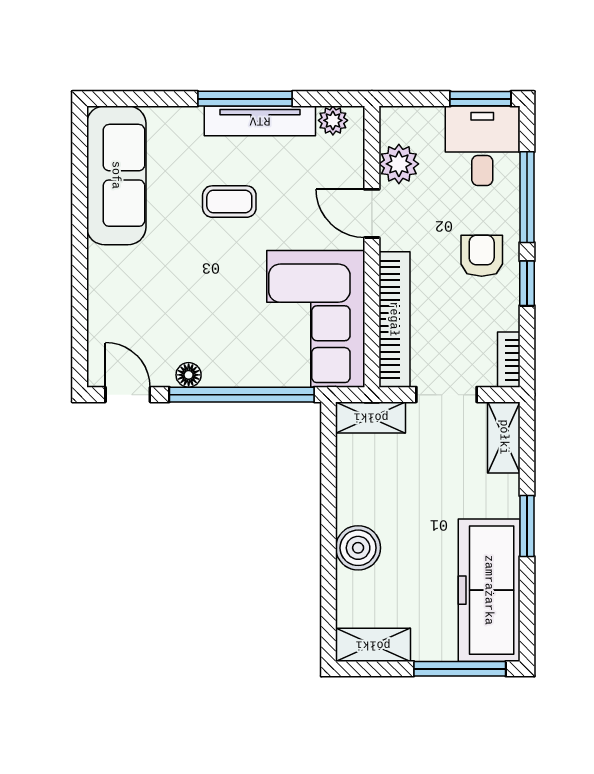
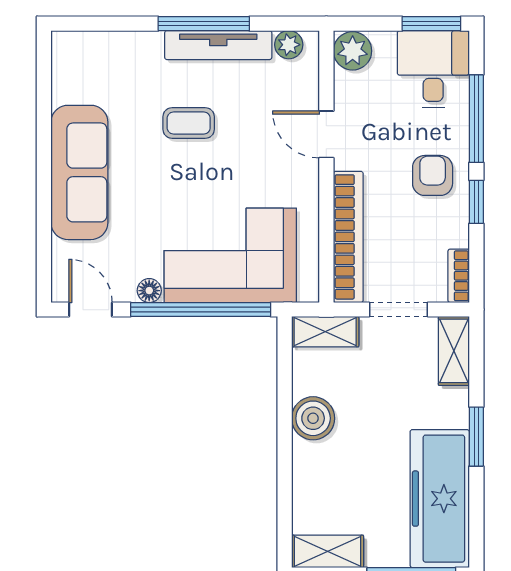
plant: (399, 164) -> (353, 51), moved
sofa: (116, 175) -> (79, 172), moved
corner sofa: (316, 319) -> (230, 255), moved, turned 90
boiler: (358, 548) -> (313, 418), moved

